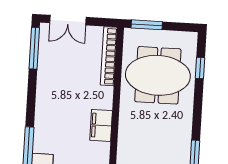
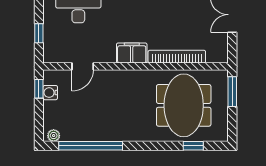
bookcase: (109, 56) -> (177, 57), moved

